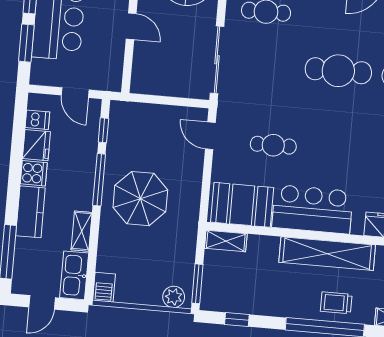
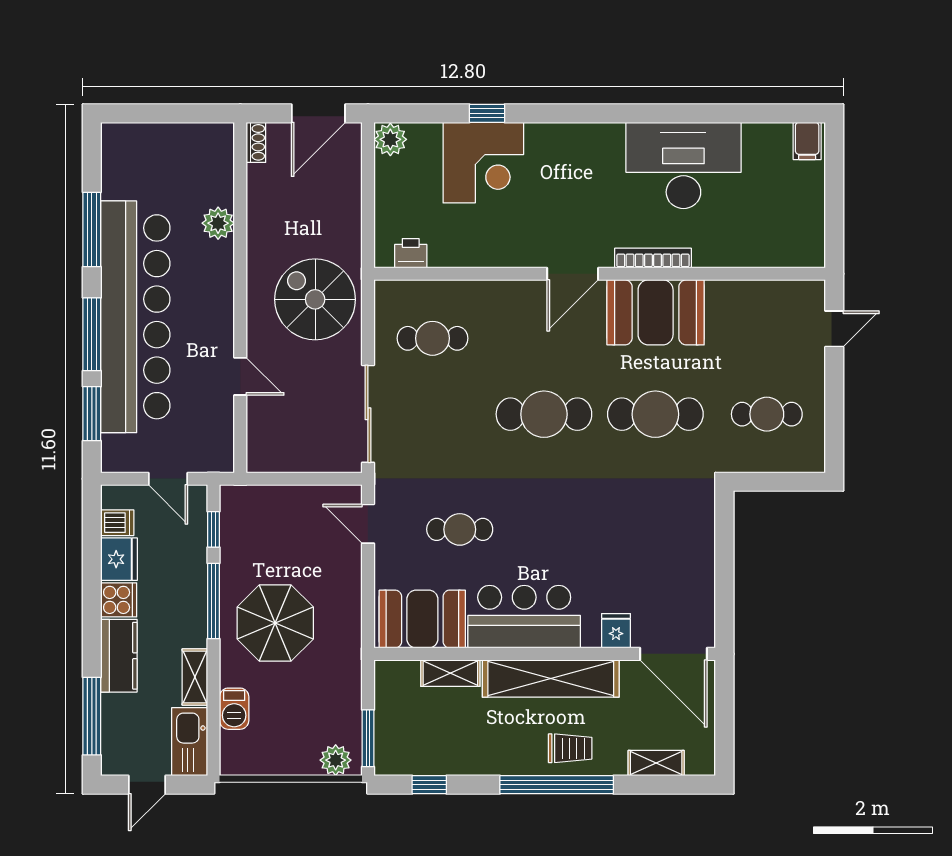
shelving: (226, 241) -> (450, 673), moved
barbecue: (104, 287) -> (234, 709), moved
trolley: (336, 303) -> (570, 748), turned 180

